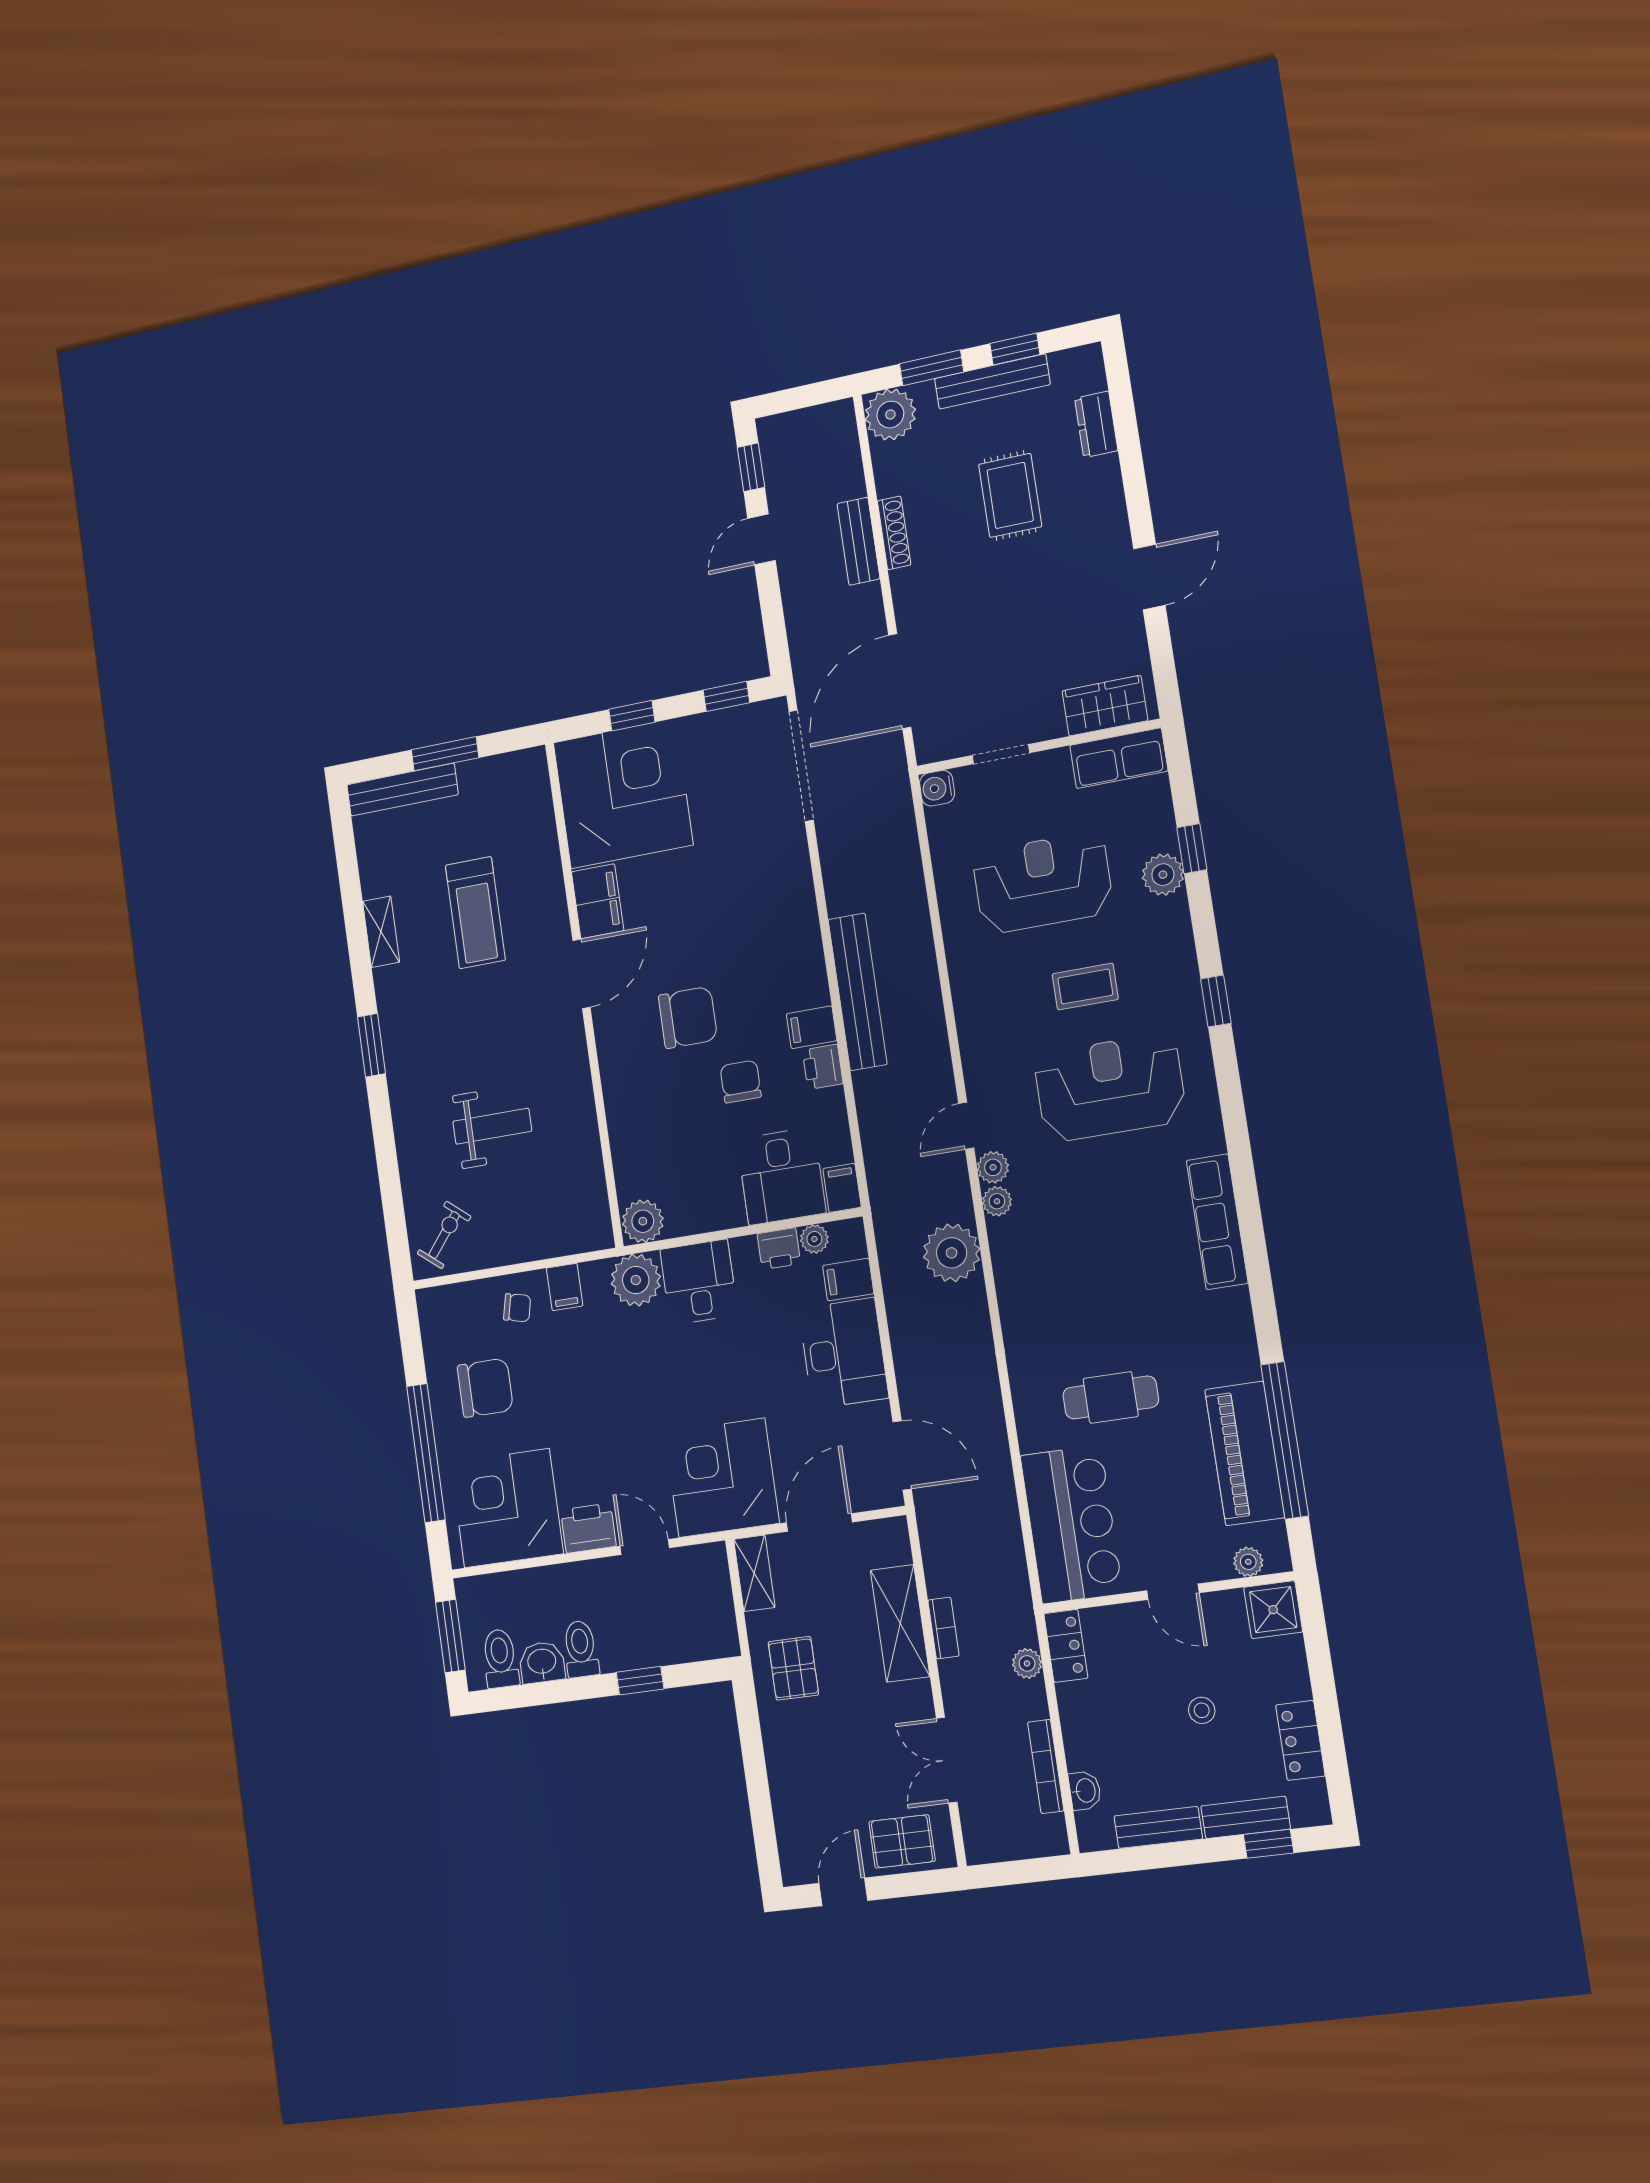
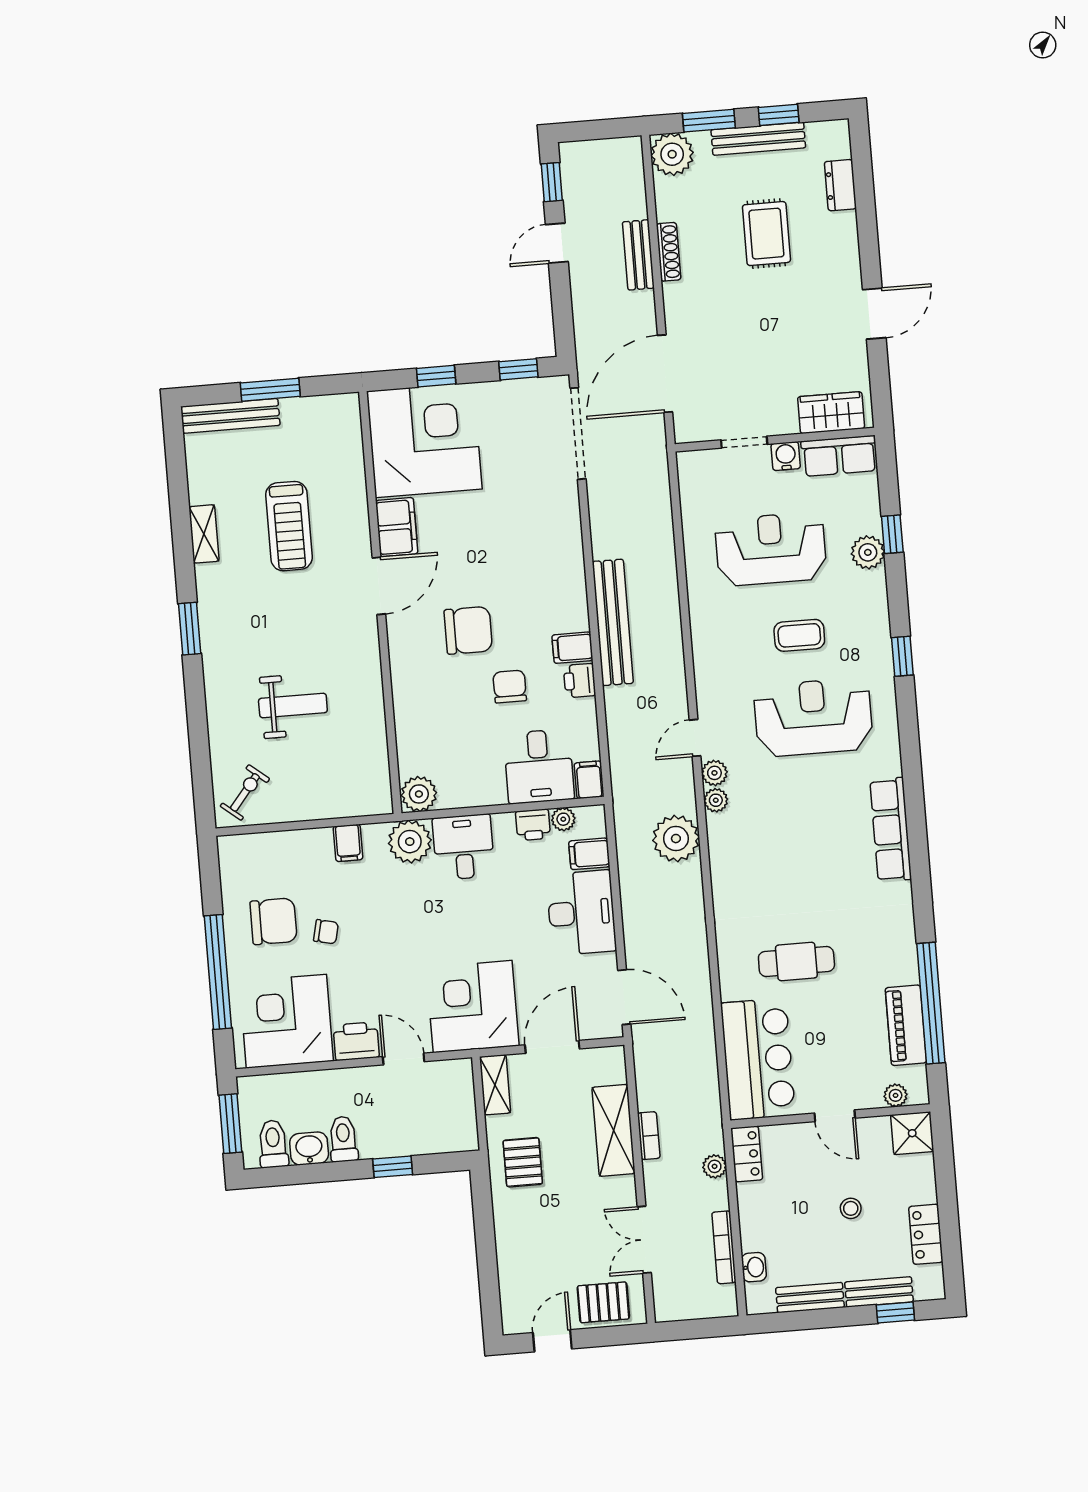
water cooler: (937, 788) -> (786, 456), moved, turned 90
chair: (517, 1308) -> (326, 932), moved
piano: (1245, 1453) -> (906, 1025), width x0.73, depth x0.75

